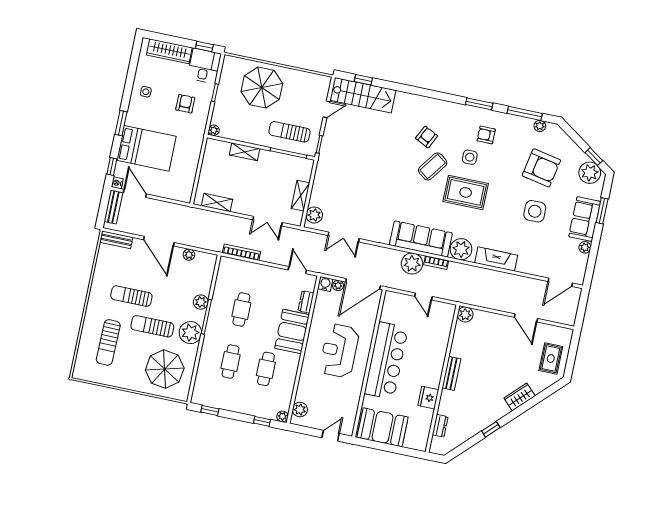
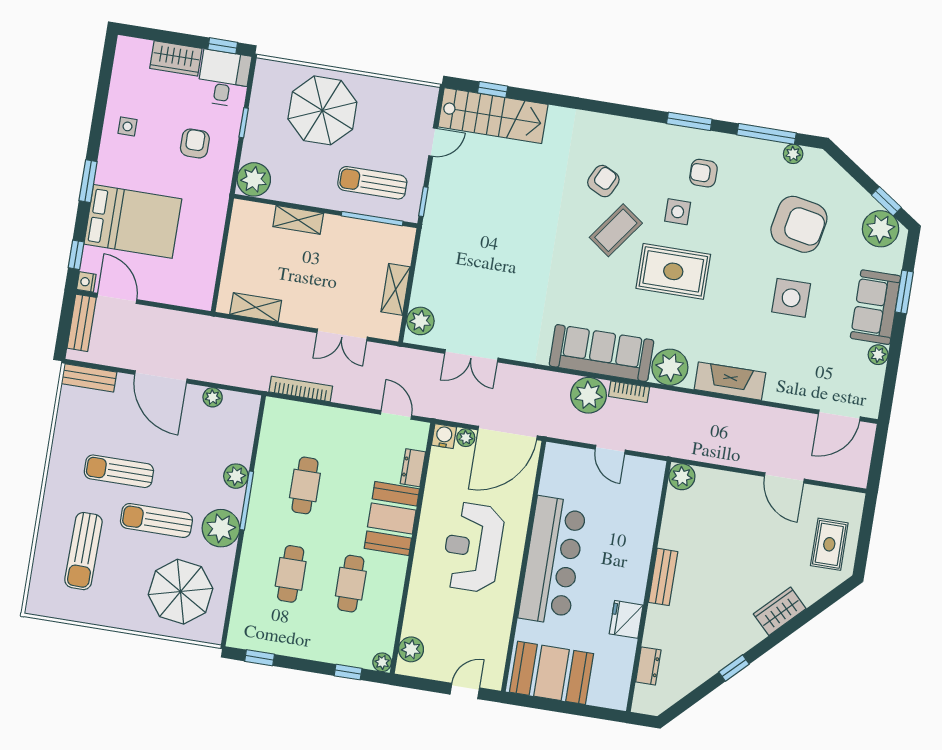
wardrobe: (169, 51) -> (176, 58), width x0.67
plant: (214, 130) -> (254, 179), width x1.87, depth x1.87

